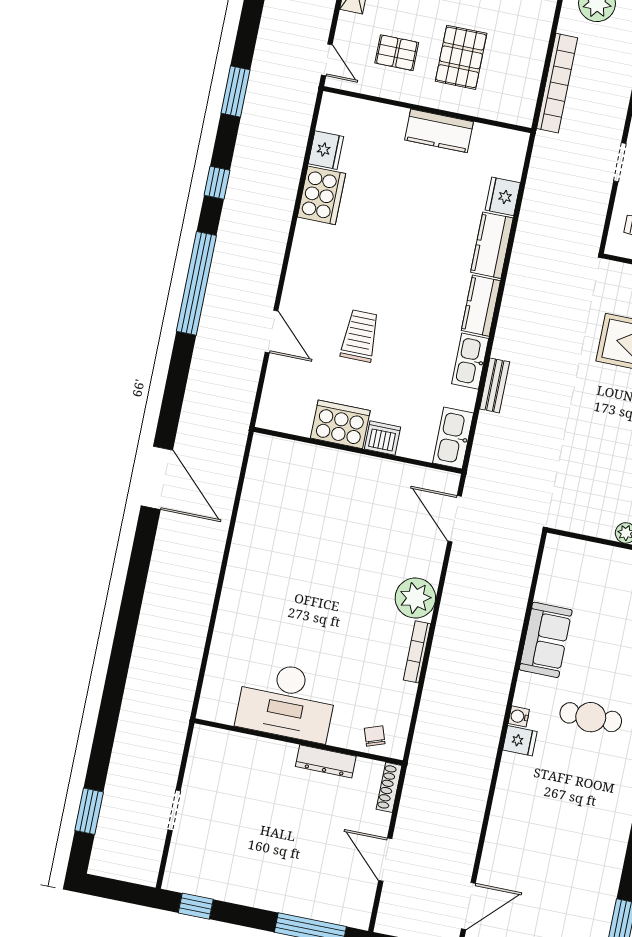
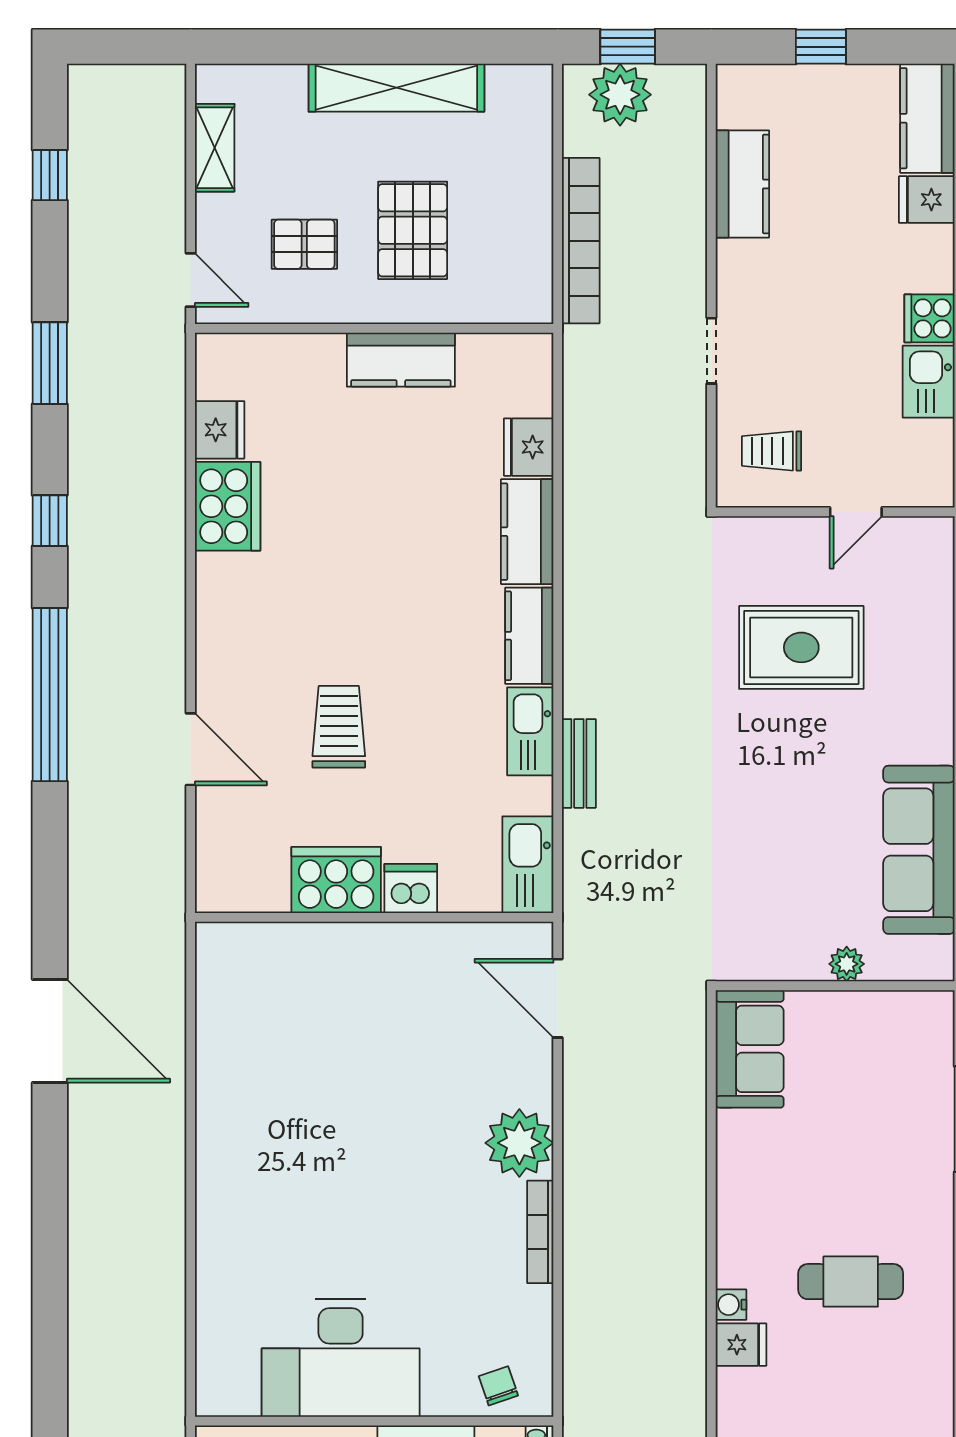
sofa: (546, 640) -> (750, 1049), moved

